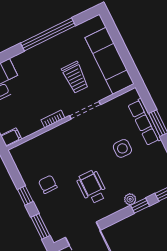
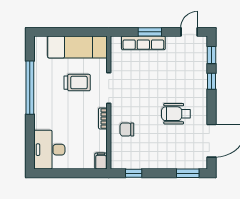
side table: (122, 148) -> (156, 72), removed
chair: (48, 184) -> (127, 129), moved
window: (25, 195) -> (134, 173), moved
plant: (130, 199) -> (202, 87), removed

